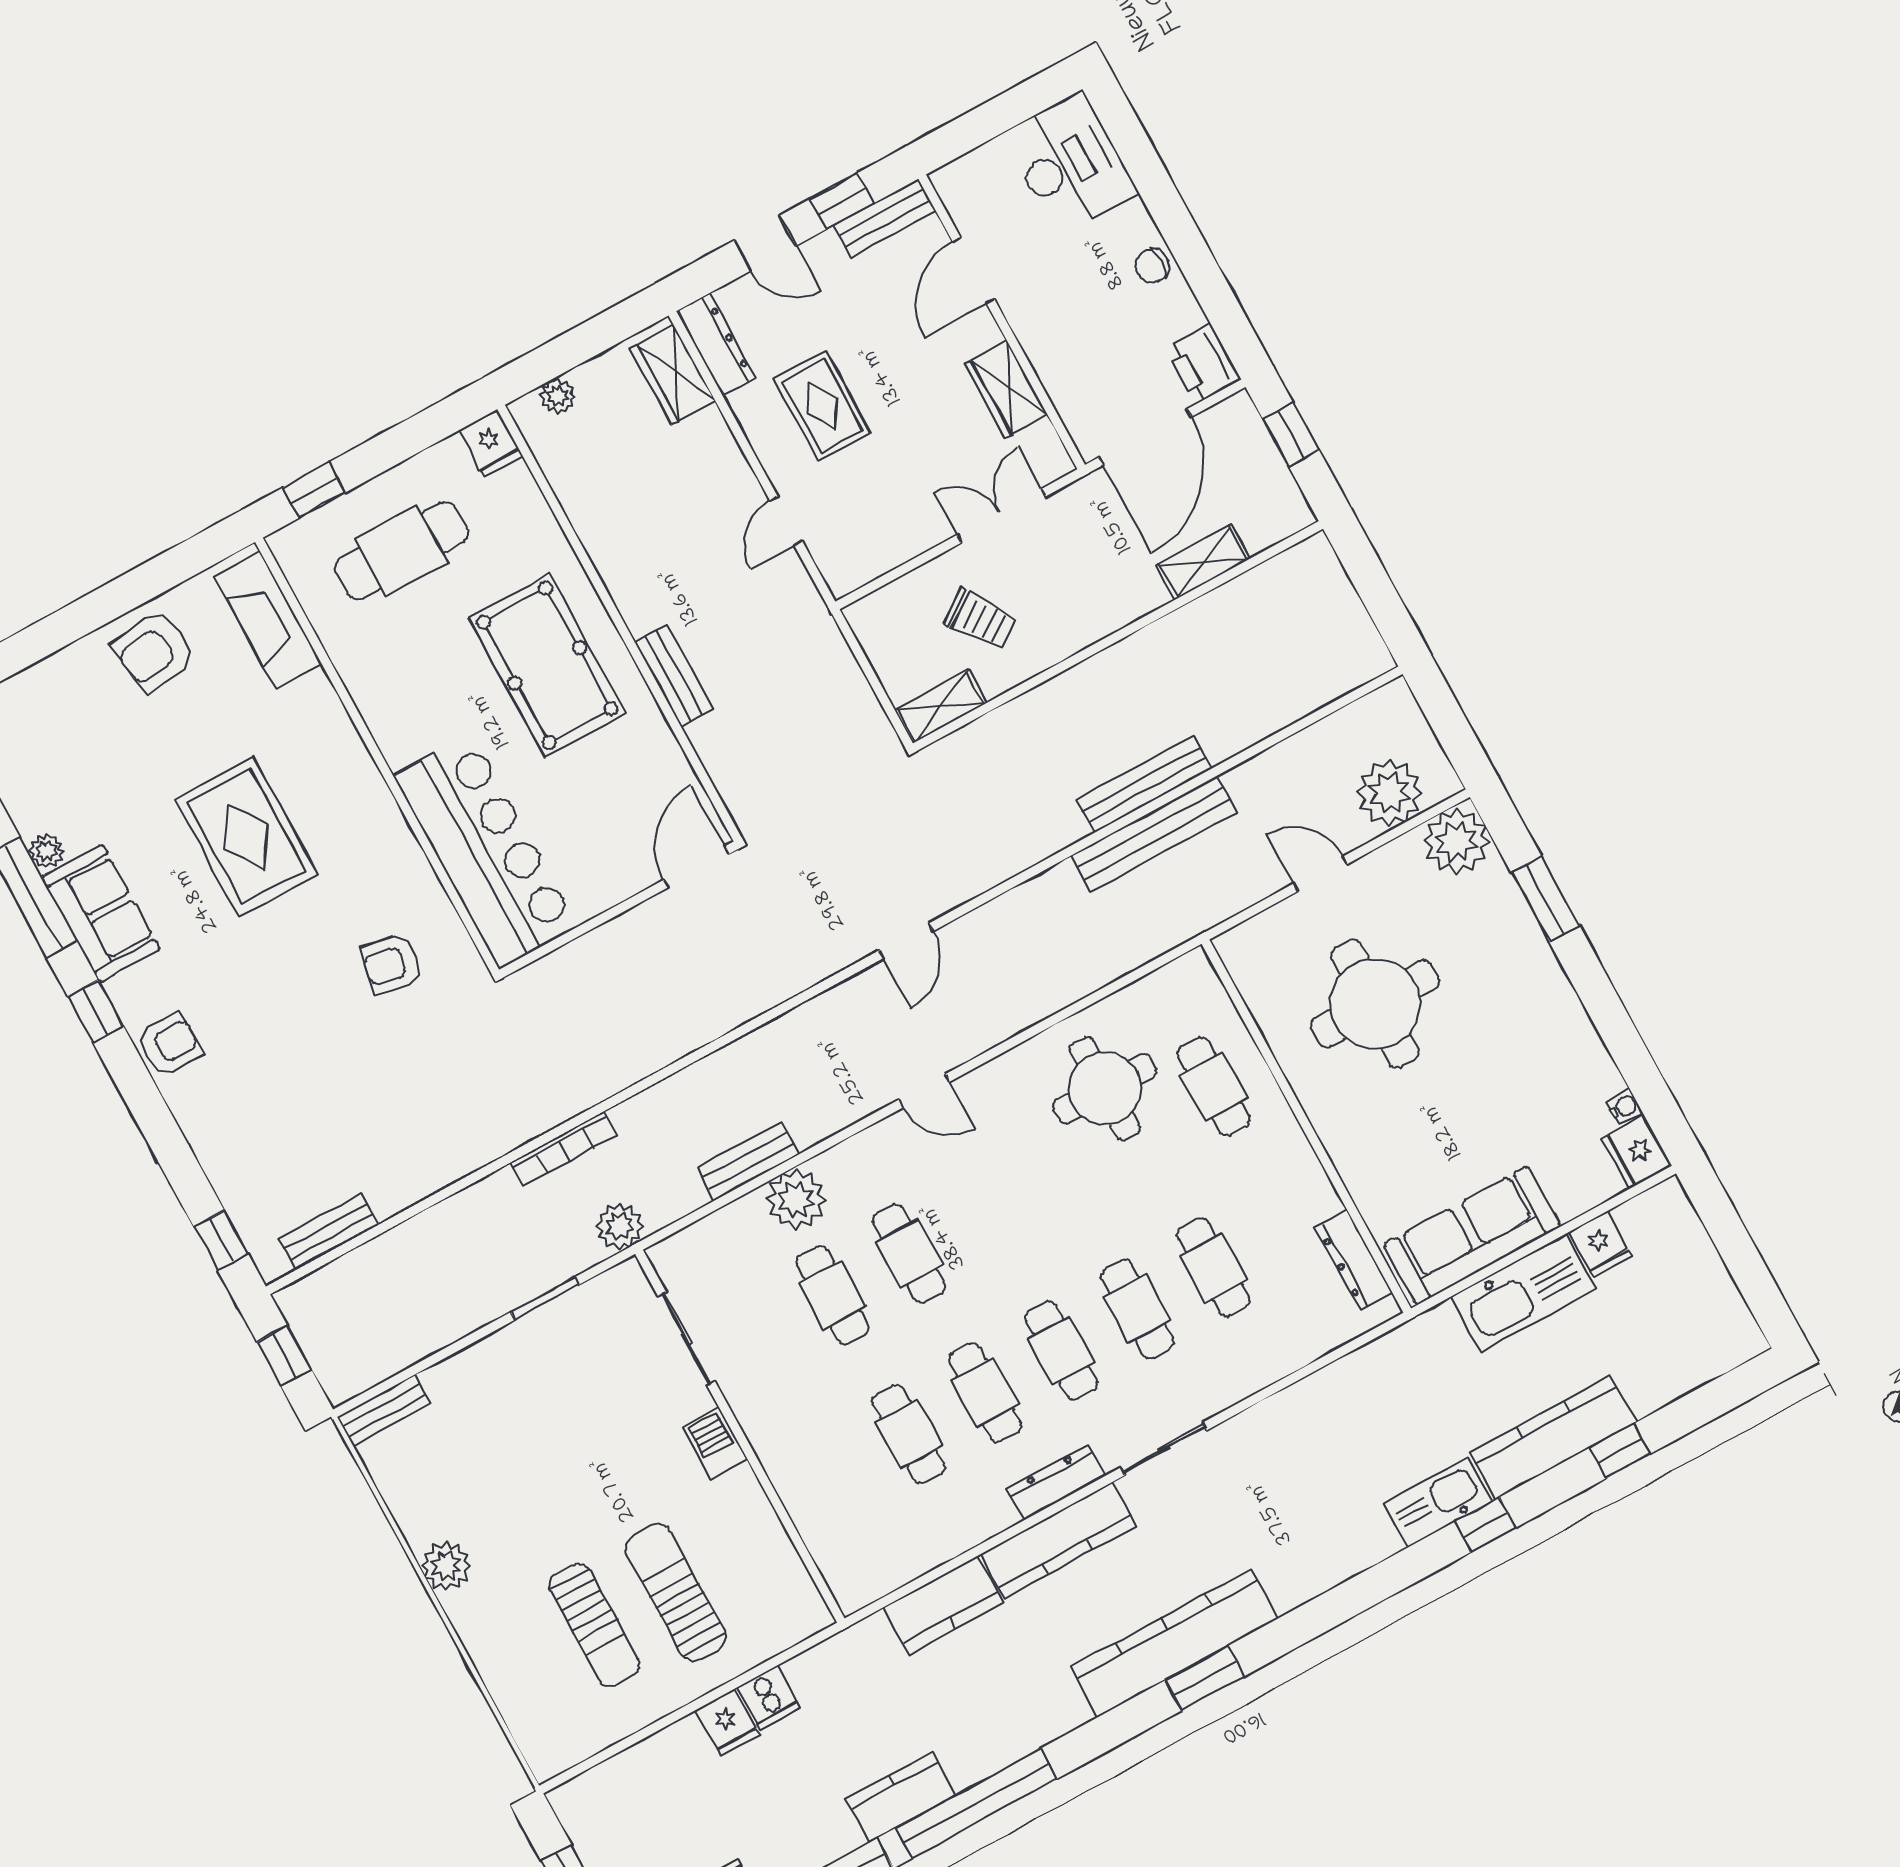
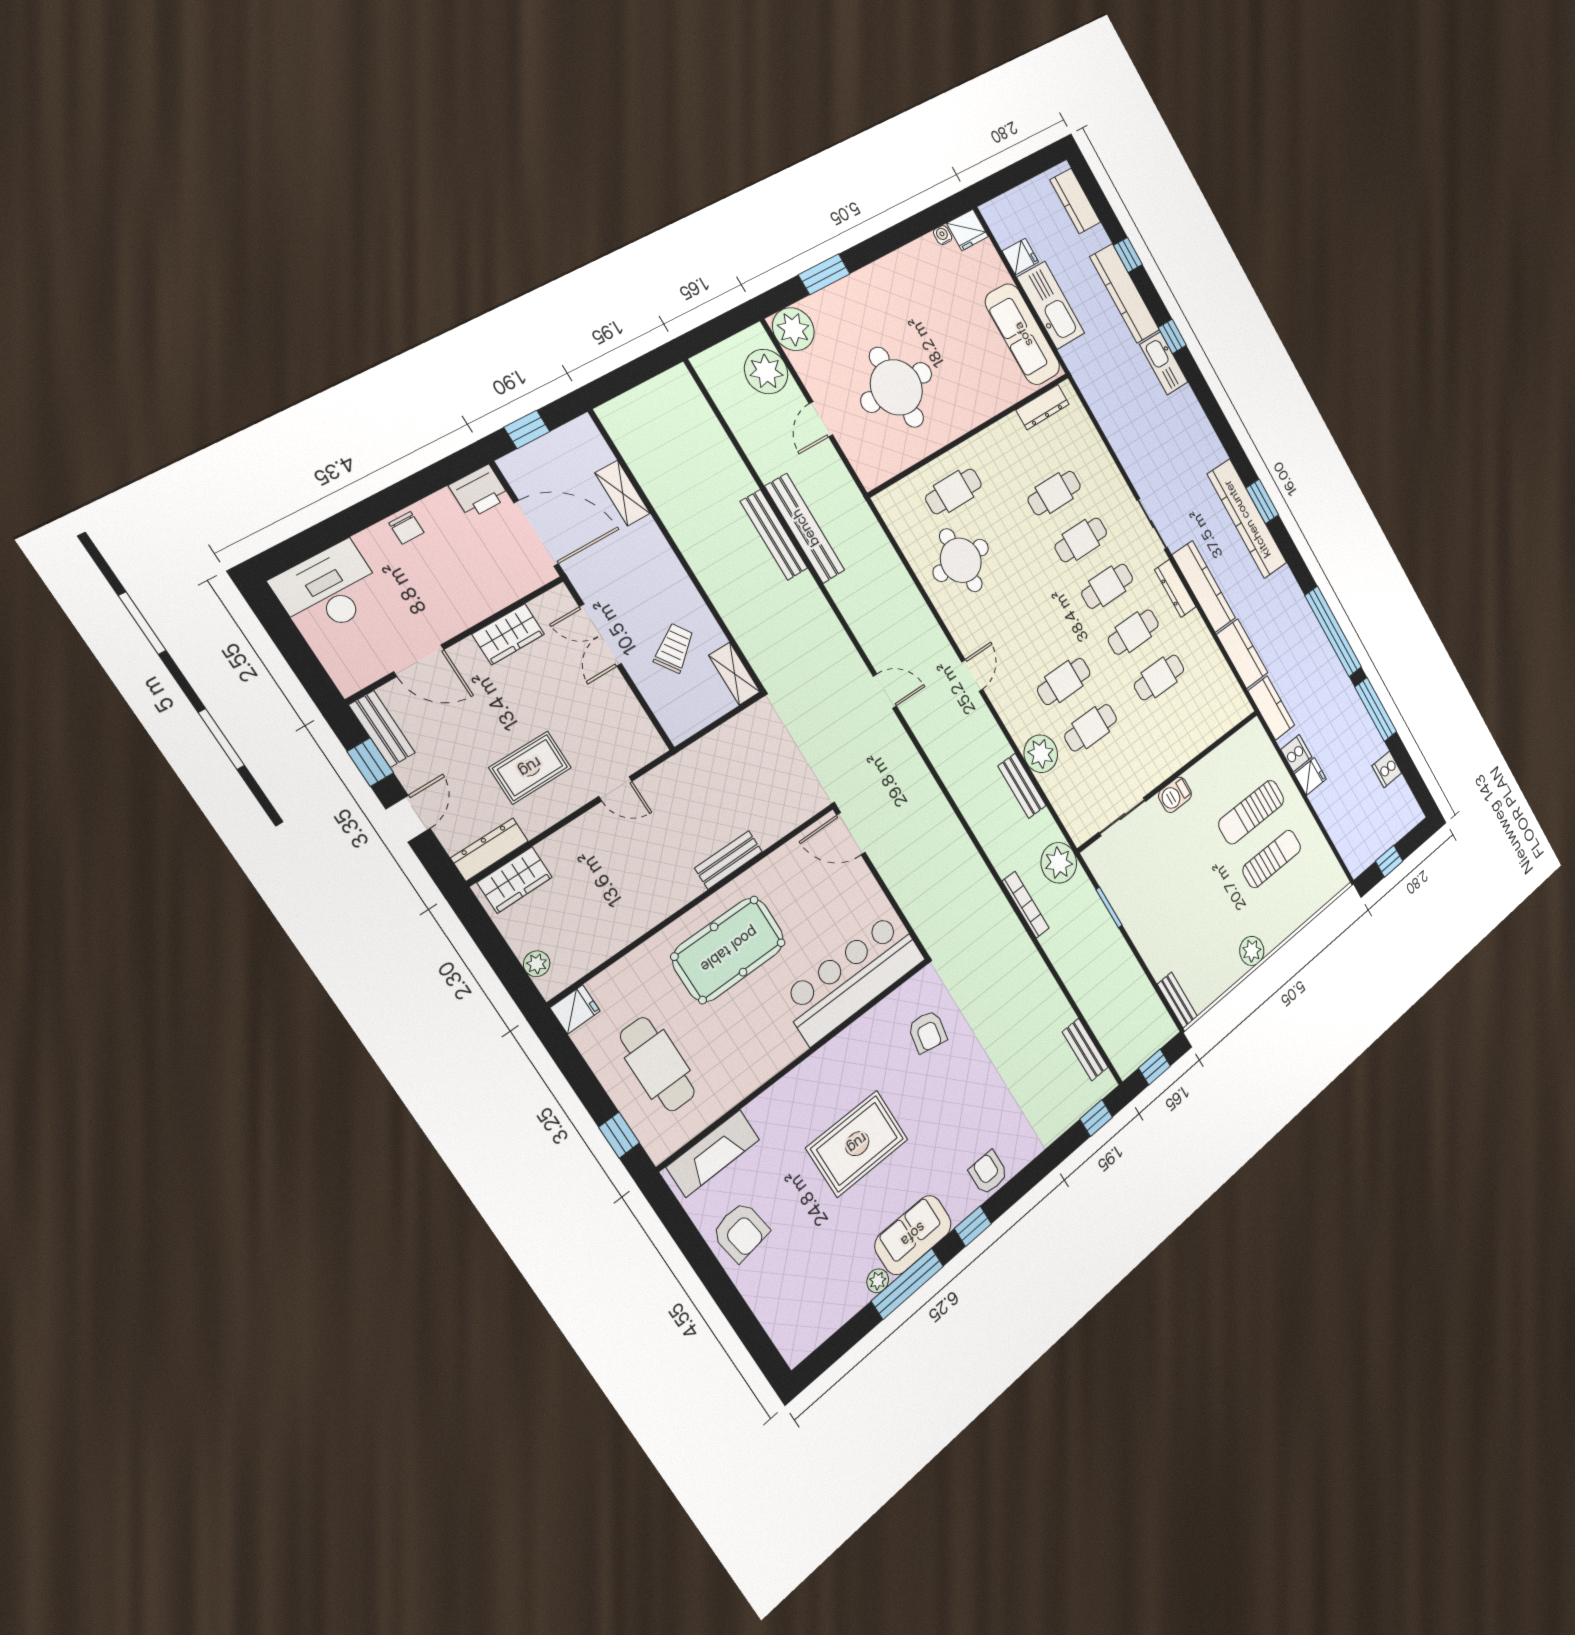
plant: (620, 1226) -> (1059, 863), width x1.36, depth x1.36
kitchen counter: (1703, 1358) -> (1075, 201), added
kitchen counter: (901, 1797) -> (1271, 708), moved, turned 180

